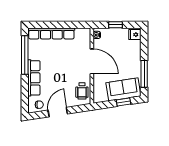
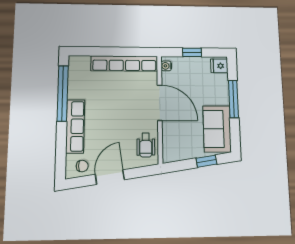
row of seats: (51, 33) -> (124, 64), moved
window: (144, 74) -> (233, 99), moved
sofa: (123, 89) -> (217, 129), moved, turned -81

